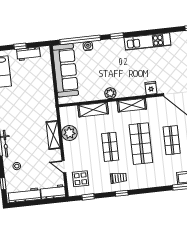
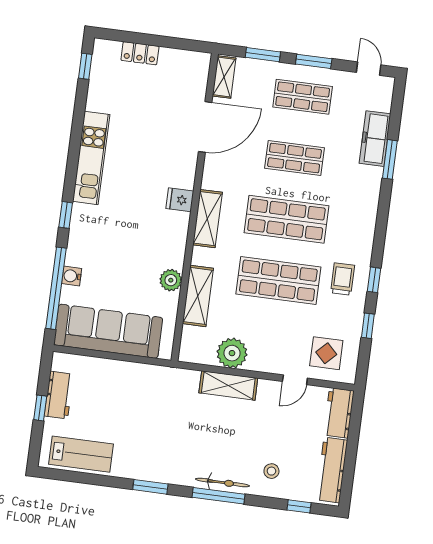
fridge: (151, 88) -> (180, 200), moved
plant: (110, 93) -> (171, 280), moved
shop shelf: (110, 147) -> (278, 281), width x1.43, depth x1.36
window: (88, 197) -> (368, 326), moved

